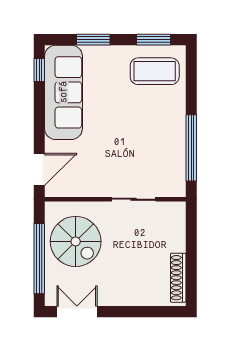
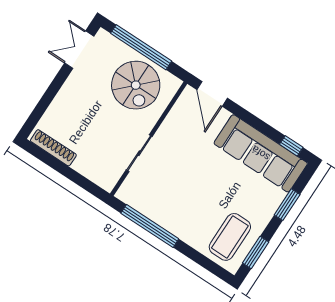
spiral stairs: (76, 241) -> (136, 85), turned -90
double door: (77, 312) -> (79, 50), swing flipped

